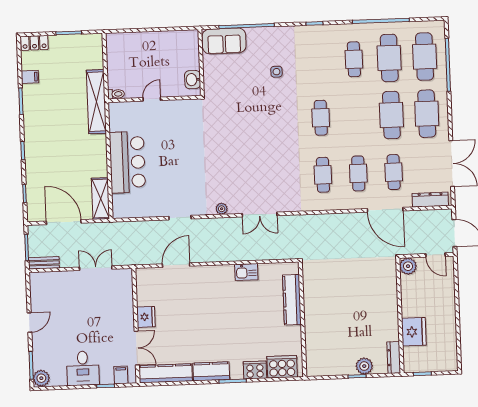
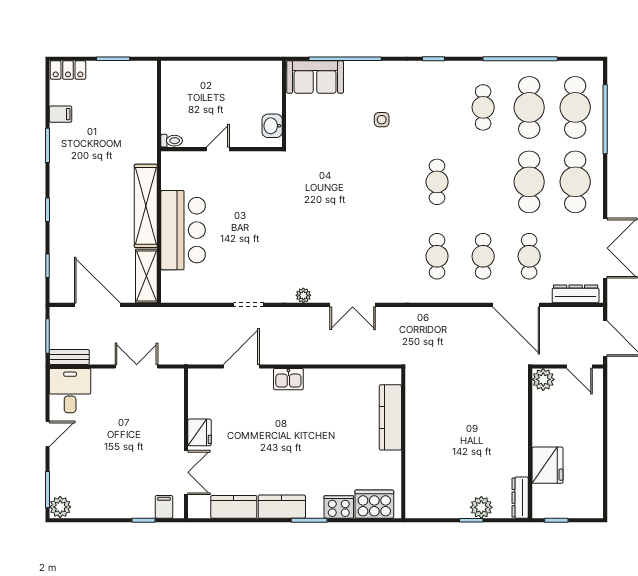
shelving: (96, 102) -> (146, 206), moved
kitchen sink: (246, 272) -> (288, 379), moved
desk: (83, 368) -> (70, 391), moved, turned 180
kitchen counter: (166, 373) -> (234, 507), width x0.67

